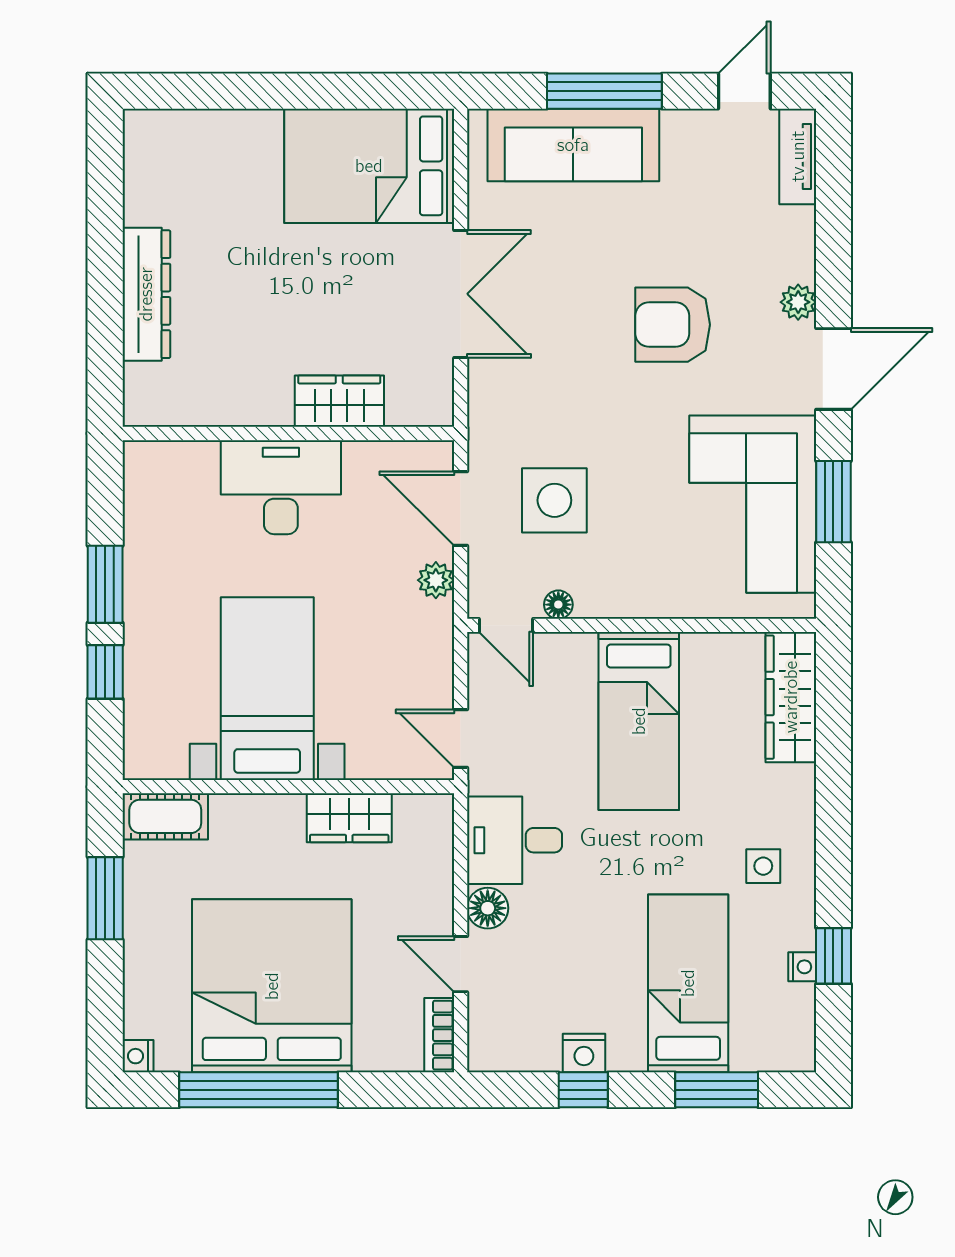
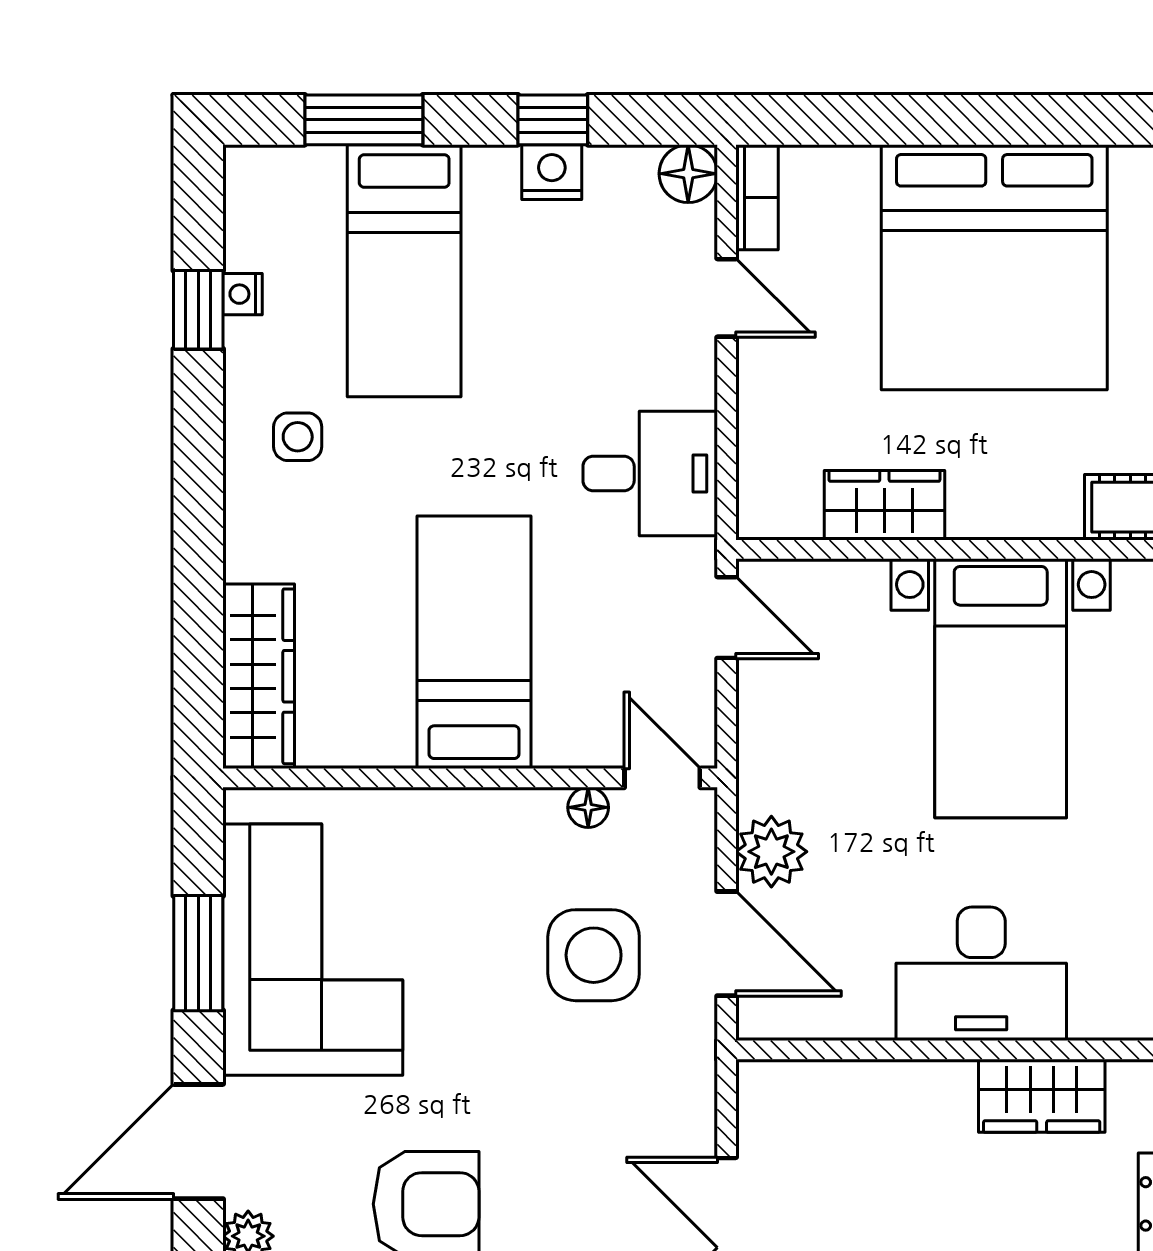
wardrobe: (339, 401) -> (1042, 1096), moved
plant: (436, 580) -> (771, 852), width x1.38, depth x1.38
floor lamp: (488, 908) -> (688, 174), moved
window: (259, 1090) -> (1013, 120), removed

